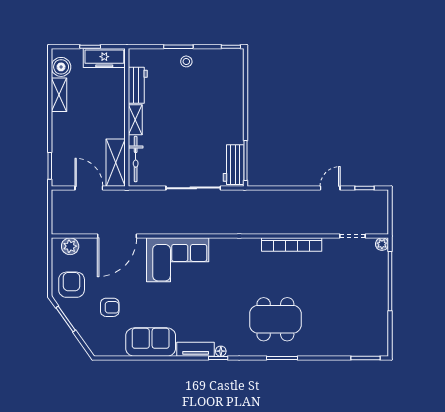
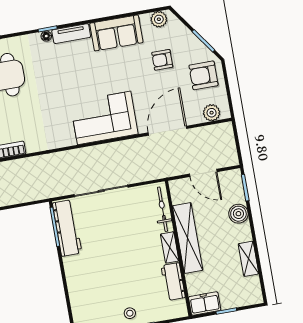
freezer: (104, 58) -> (205, 304), width x0.71
boiler: (61, 67) -> (238, 214), moved
shelving: (116, 163) -> (188, 238), moved, width x1.47
workbench: (234, 165) -> (67, 228), width x1.37
armchair: (72, 285) -> (204, 75), turned 90
plant: (106, 348) -> (159, 19), added

